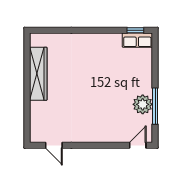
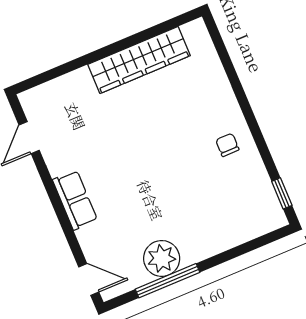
row of seats: (137, 40) -> (75, 200), moved, turned 180
chair: (99, 47) -> (227, 145), added

